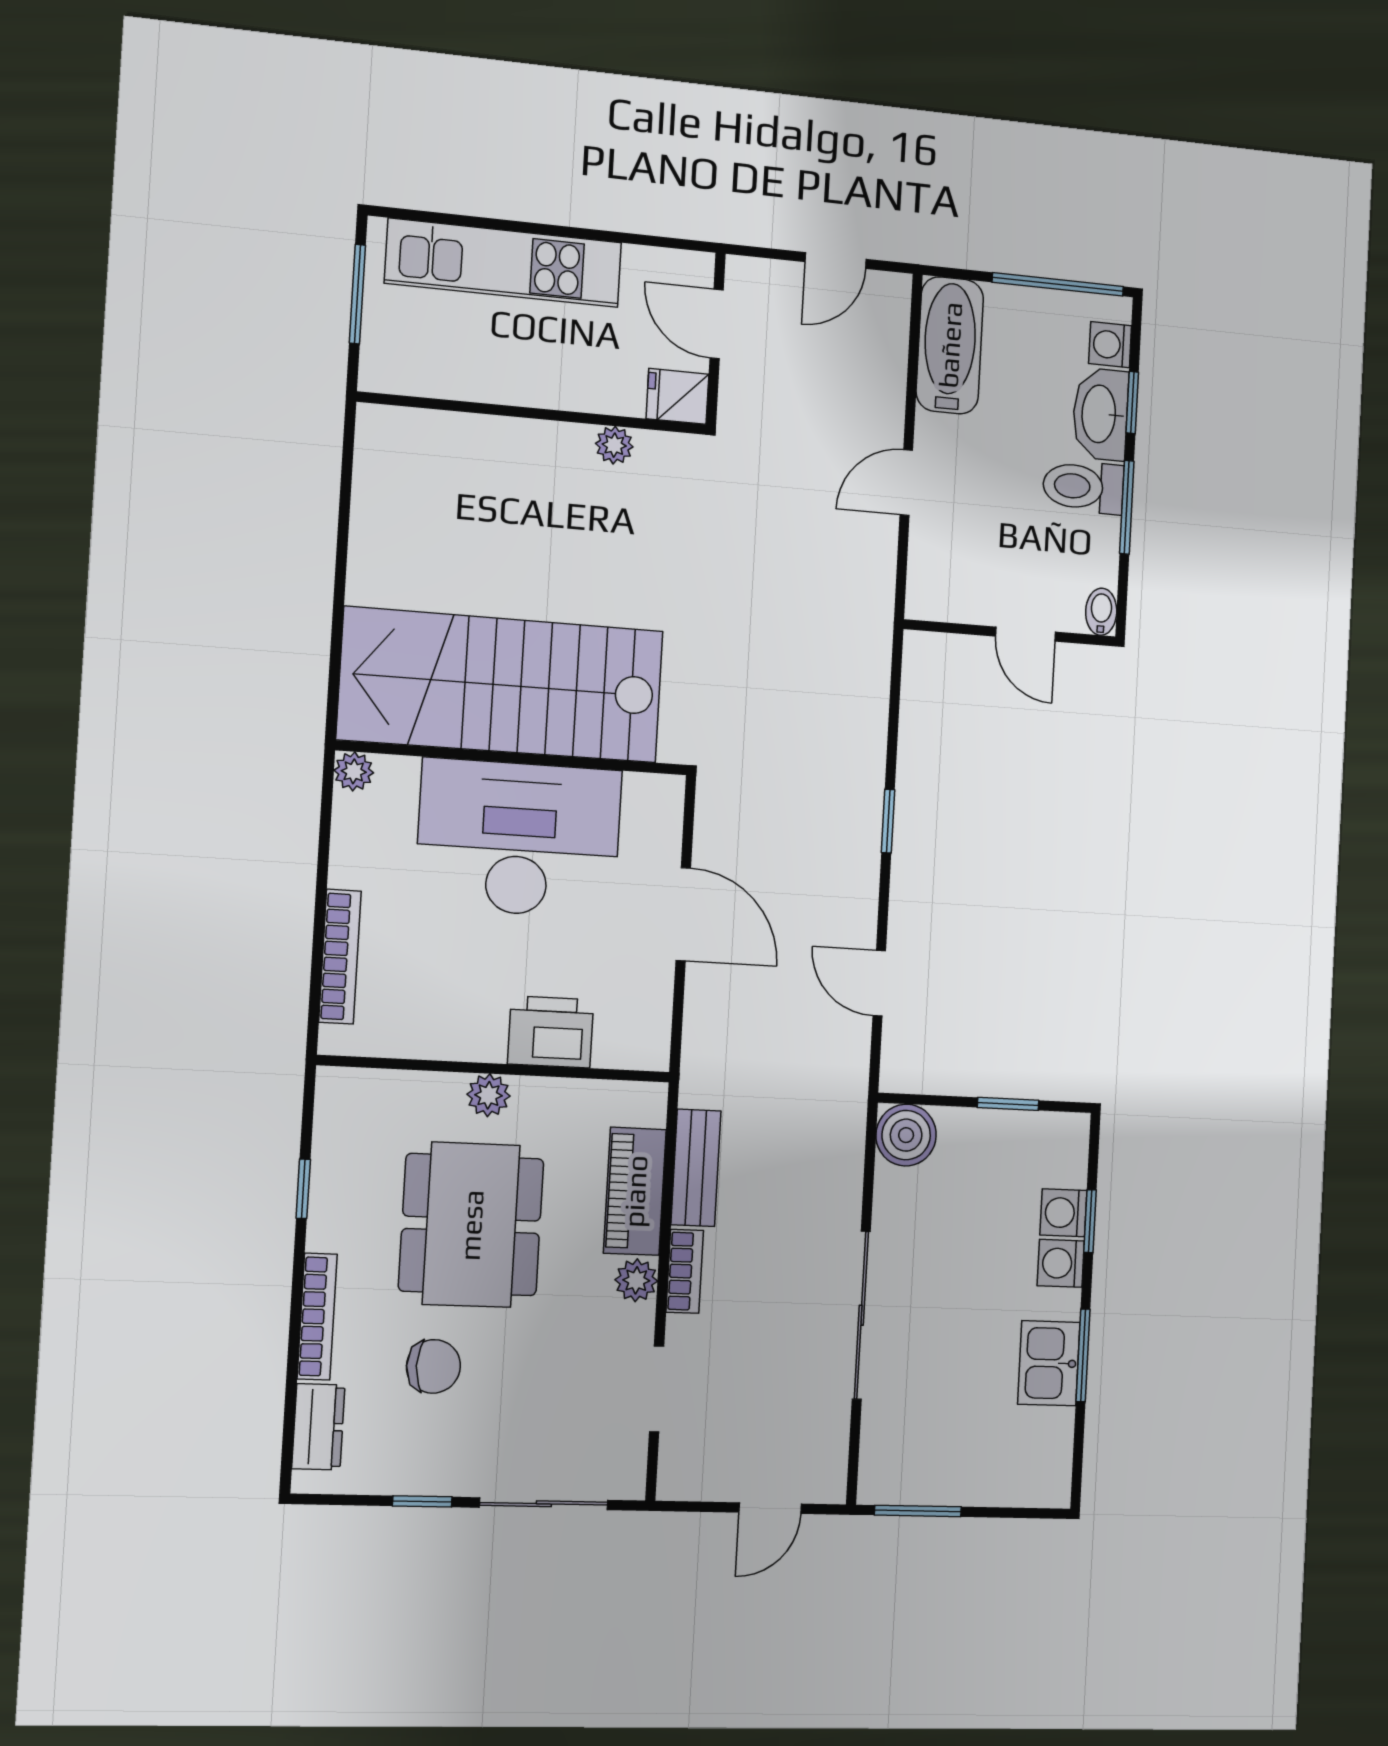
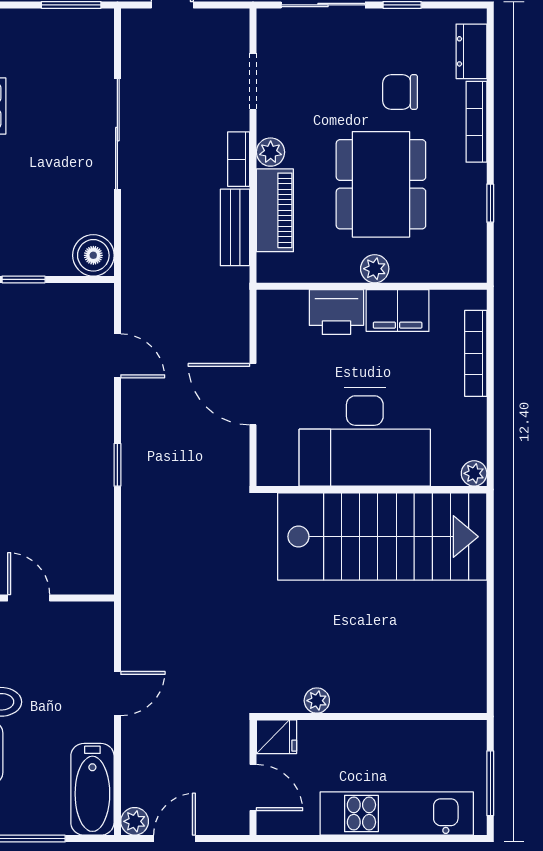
plant: (892, 292) -> (135, 821), added
filing cabinet: (457, 1029) -> (398, 311), added

